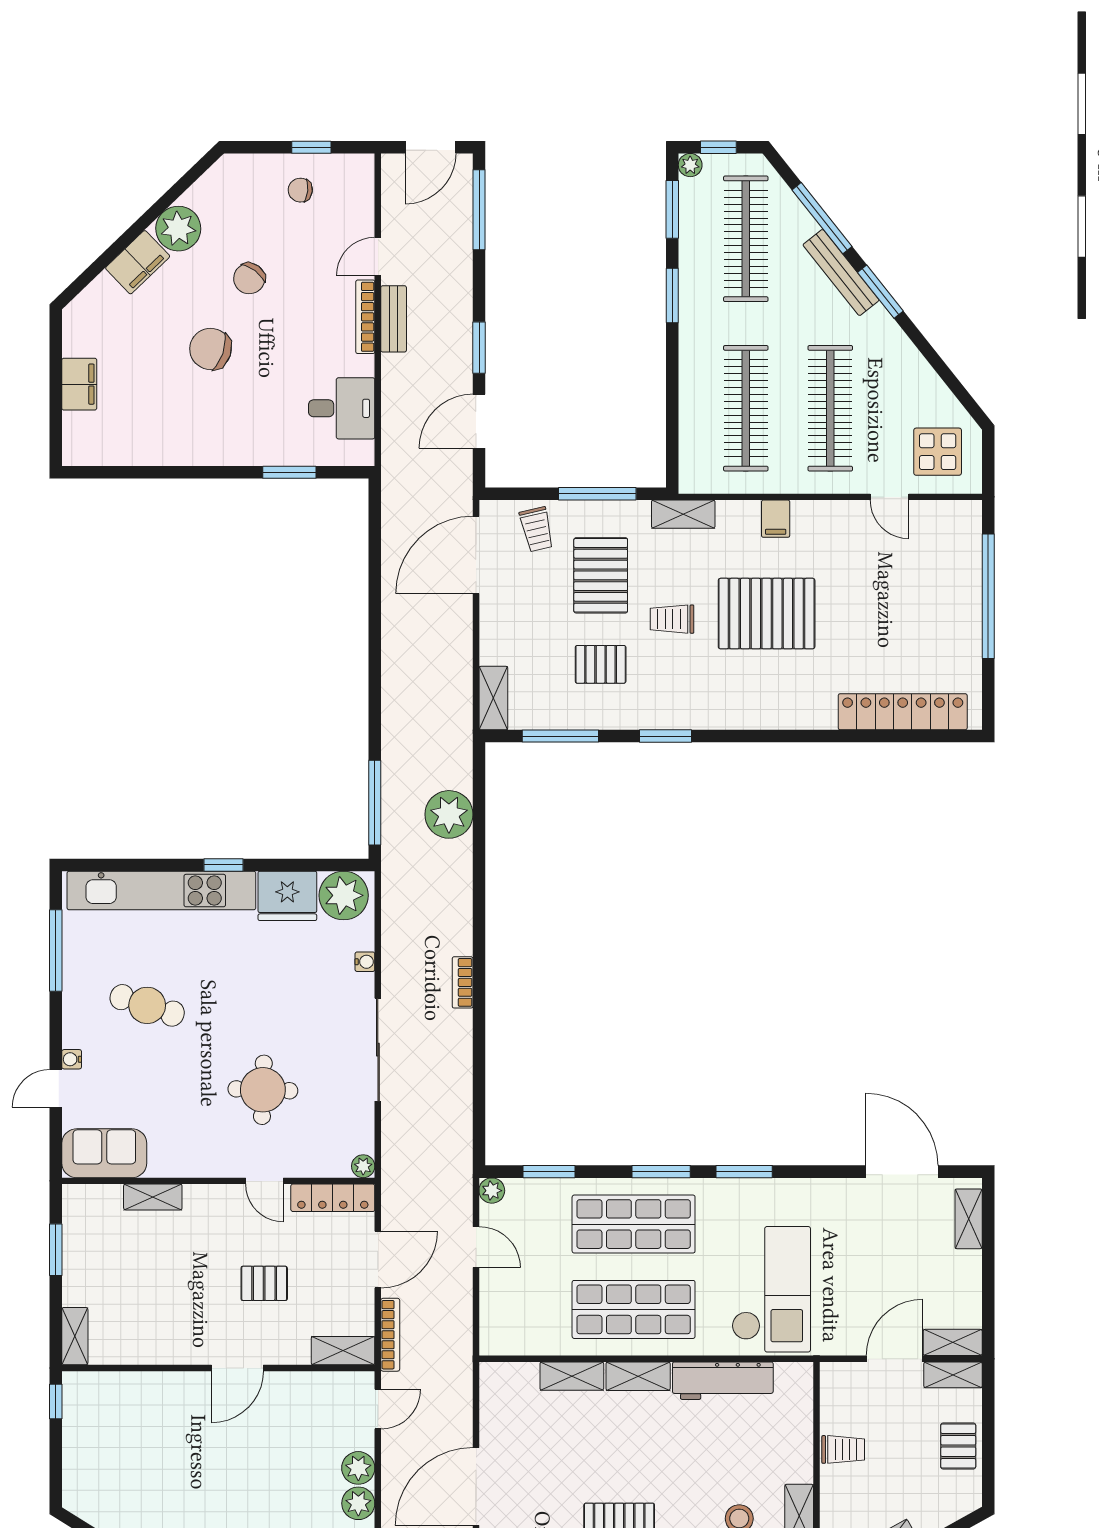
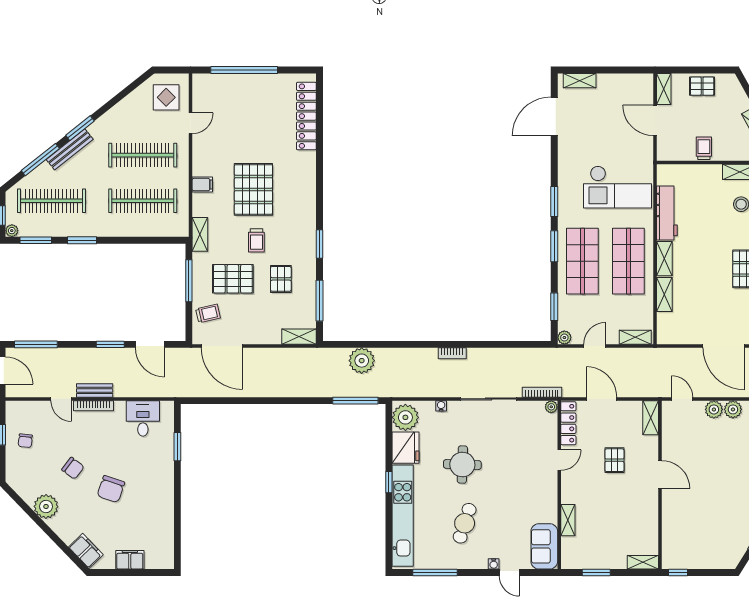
filing cabinet: (138, 262) -> (86, 551), moved
round table: (263, 1090) -> (462, 465), moved
checkout: (771, 1289) -> (618, 187), turned 180
bookcase: (390, 1335) -> (542, 392), moved
shelving: (953, 1342) -> (635, 337), moved, turned 90

